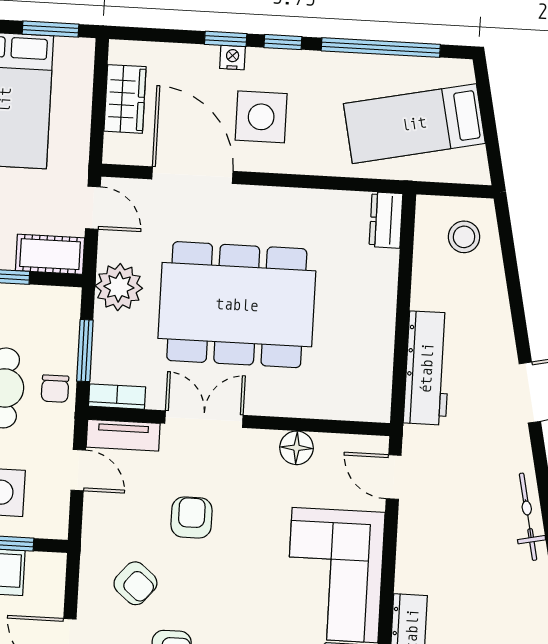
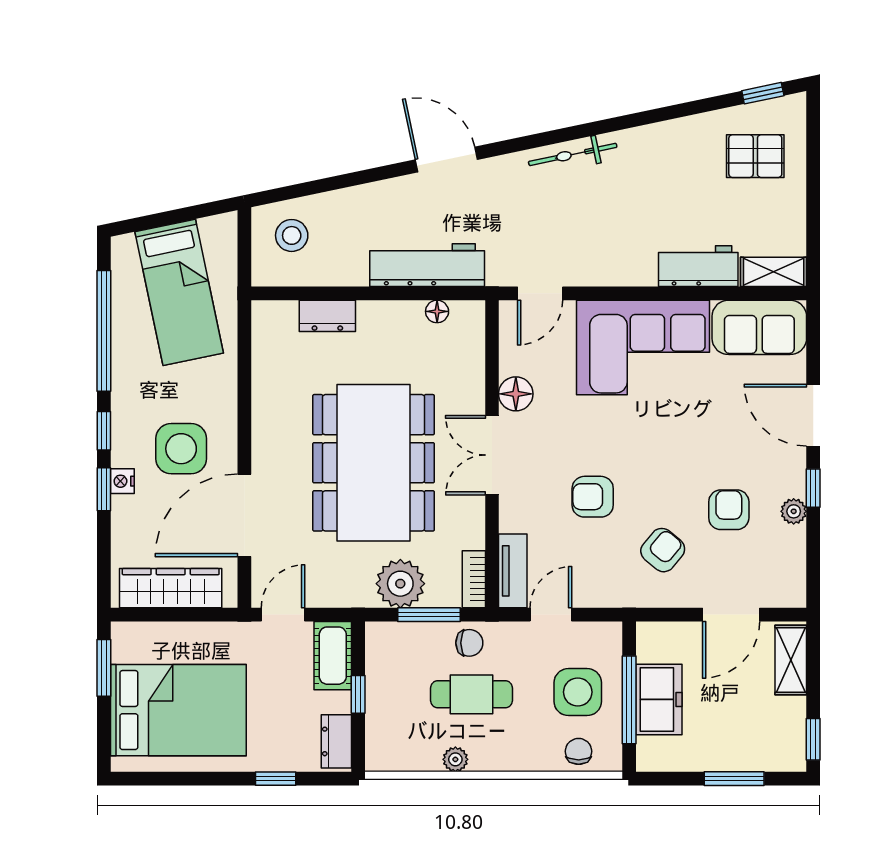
wardrobe: (125, 99) -> (171, 588), width x1.50
dresser: (386, 220) -> (327, 316), moved
plant: (119, 287) -> (400, 584), moved
floor lamp: (382, 375) -> (437, 311), added
double door: (204, 419) -> (492, 455), moved

